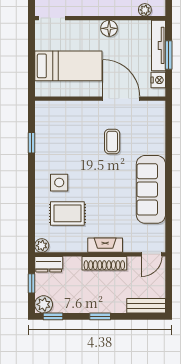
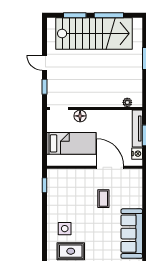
floor lamp: (109, 28) -> (80, 116), moved
window: (32, 143) -> (44, 185), moved

